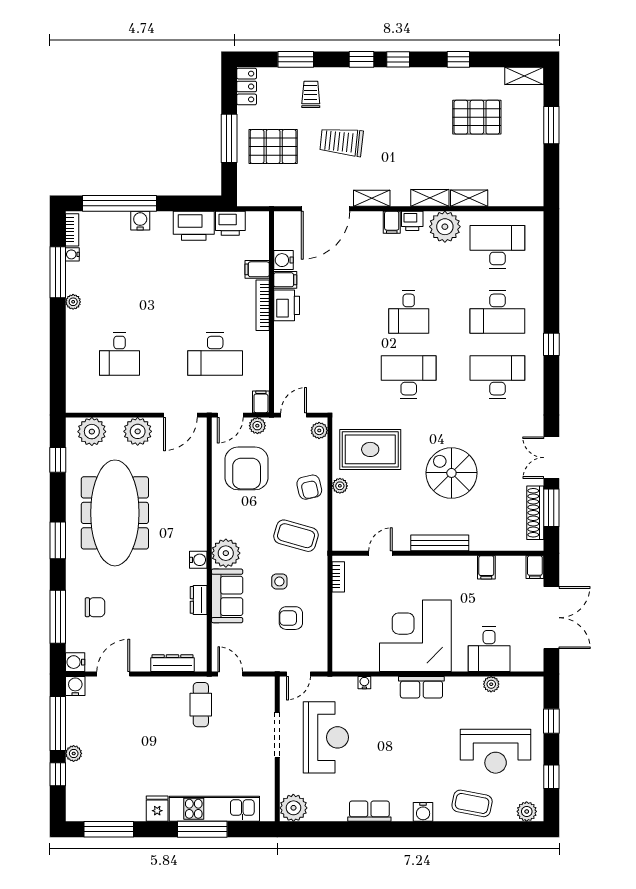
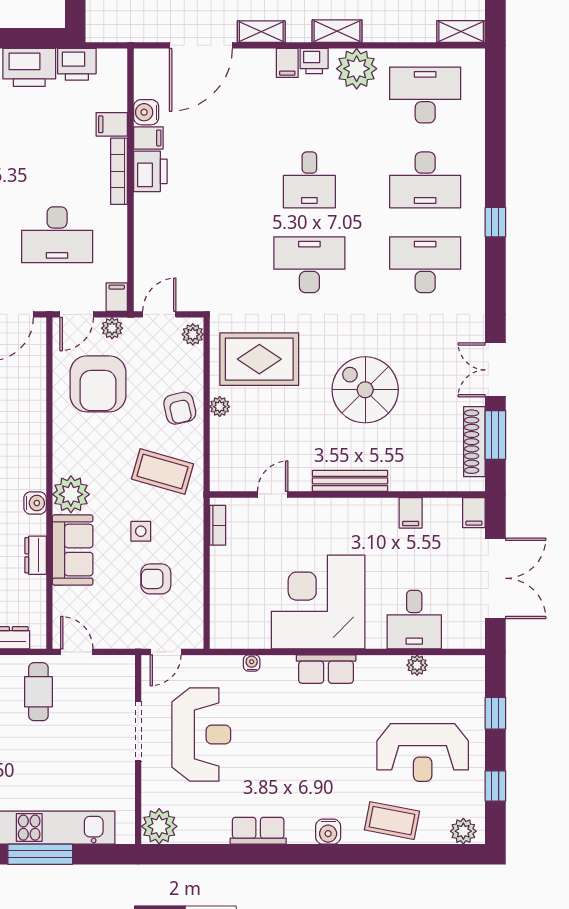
shelving: (469, 198) -> (461, 31), moved

